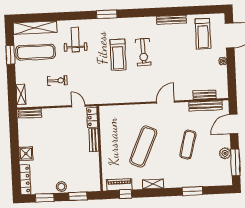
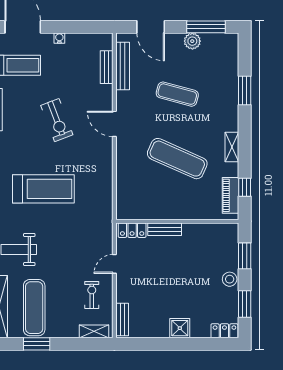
exercise bike: (143, 52) -> (57, 120), moved, turned 71
treadmill: (118, 55) -> (43, 189), width x1.37, depth x1.38
exercise bike: (57, 81) -> (92, 295), moved
door: (78, 106) -> (114, 264), moved
locker: (25, 180) -> (224, 331), width x0.66

